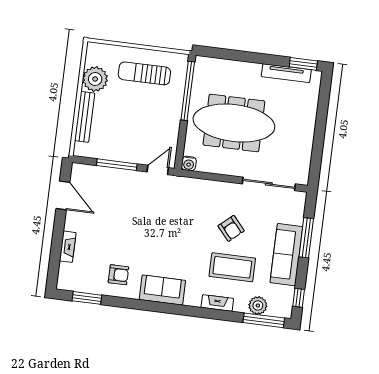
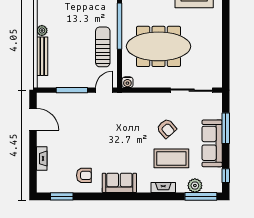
sun lounger: (144, 73) -> (103, 47), moved, turned 90
plant: (95, 79) -> (42, 31), width x0.53, depth x0.53

